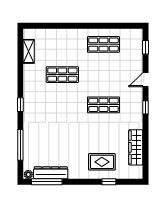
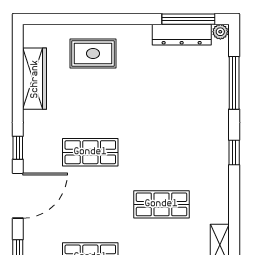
door: (145, 80) -> (18, 196), width x1.88
window: (109, 182) -> (81, 19), removed

